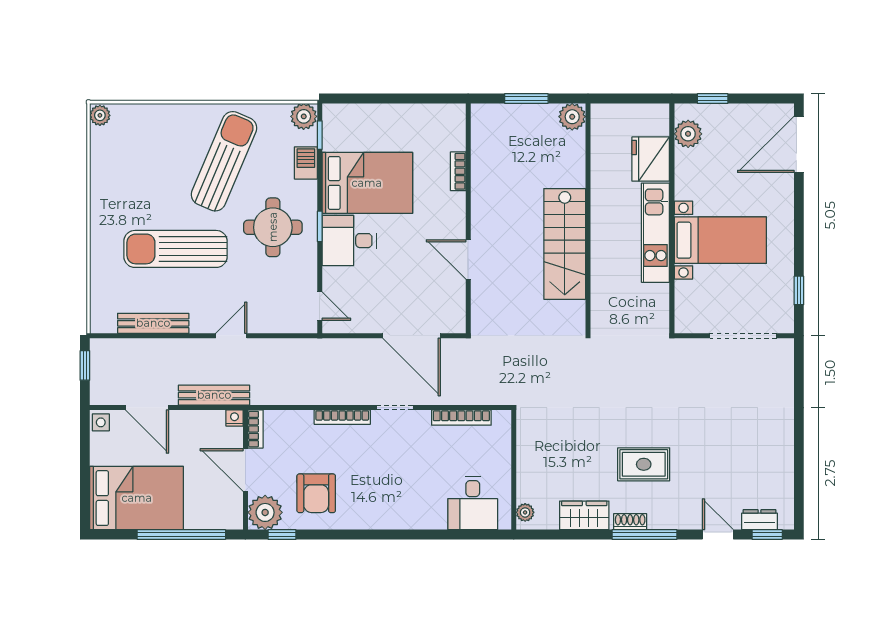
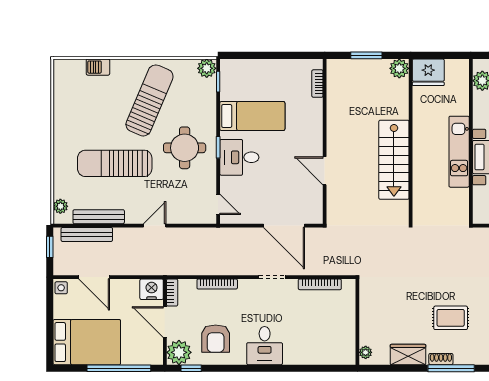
plant: (100, 115) -> (60, 206), moved
fridge: (651, 159) -> (428, 72), moved, turned -90
barbecue: (306, 163) -> (98, 67), moved, turned -90
bookcase: (458, 171) -> (317, 84), moved
bed: (367, 183) -> (252, 116), width x0.67
bench: (214, 395) -> (87, 234), moved
bookcase: (342, 417) -> (217, 284), moved
nightstand: (234, 418) -> (152, 289), width x1.89, depth x1.79
desk: (473, 503) -> (265, 346), moved

